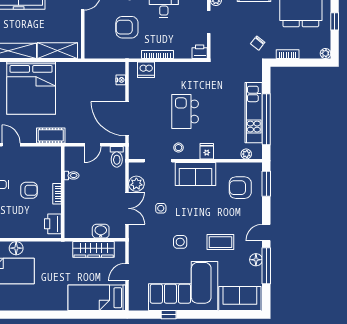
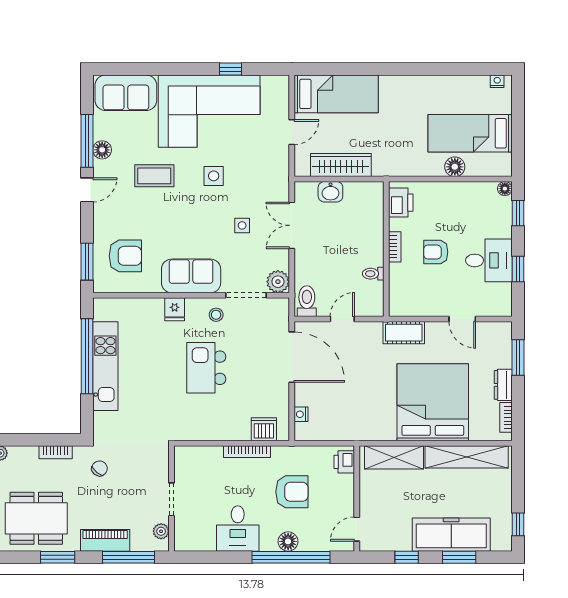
printer: (200, 52) -> (344, 462), moved, turned 90
kitchen island: (185, 111) -> (206, 368), turned 180
plant: (246, 154) -> (117, 305), removed
plant: (136, 184) -> (278, 282), moved

